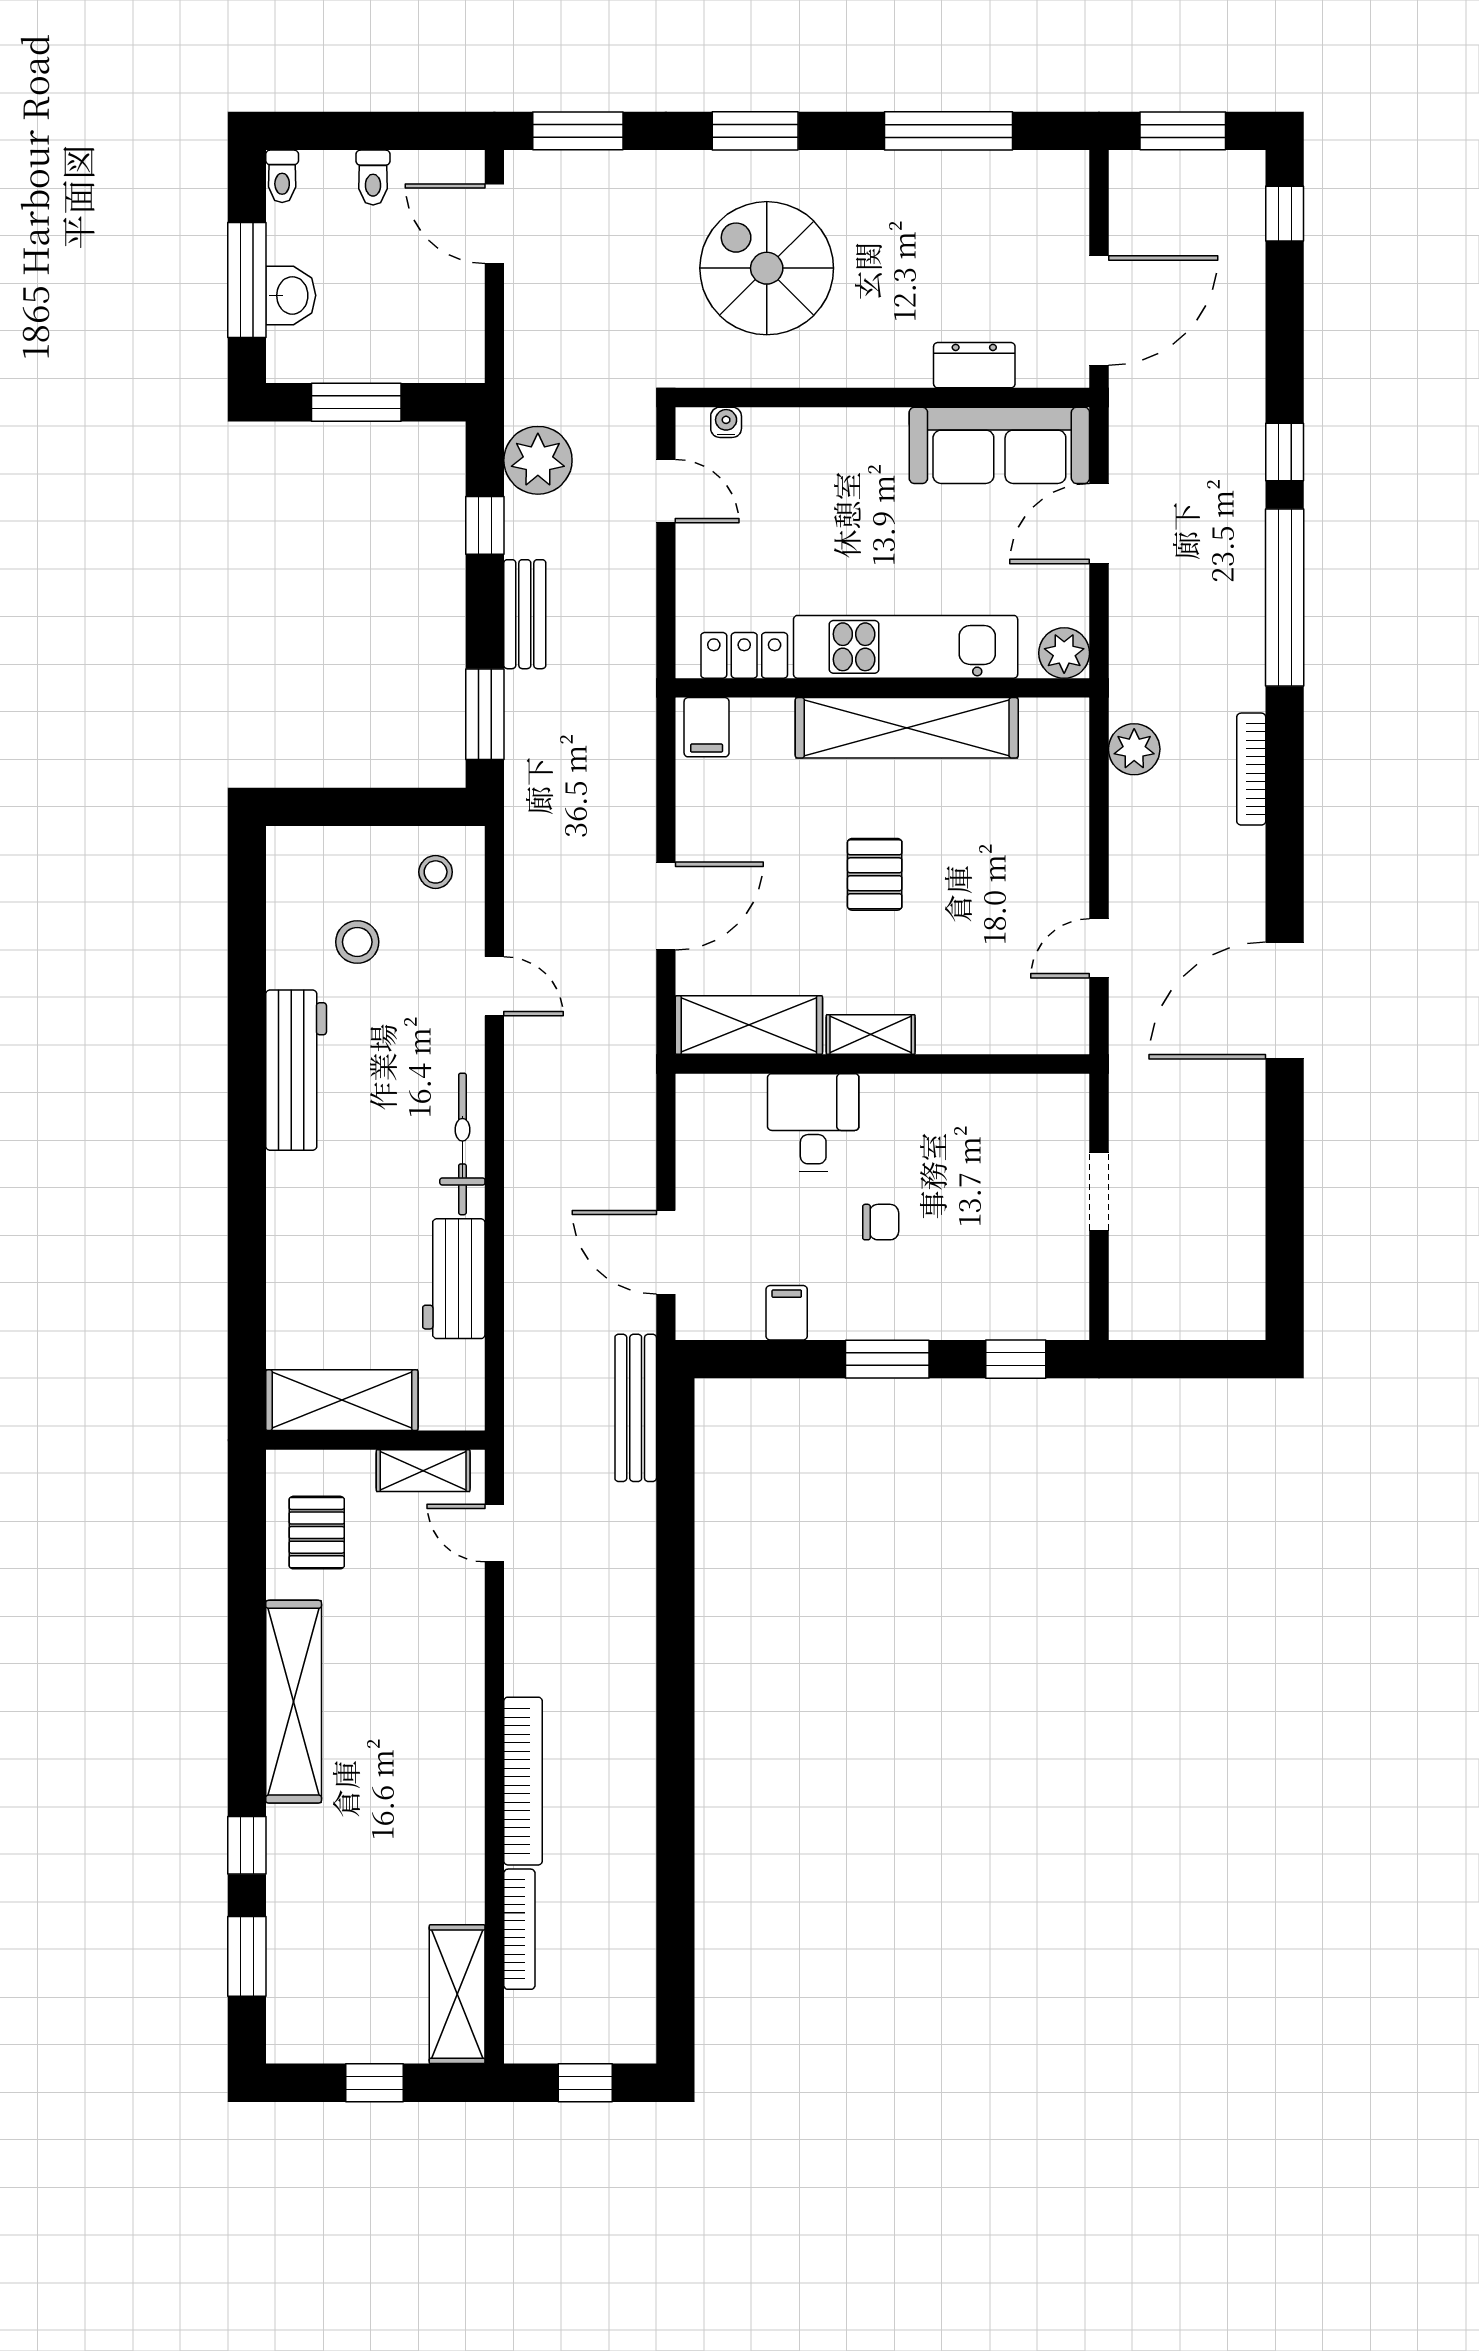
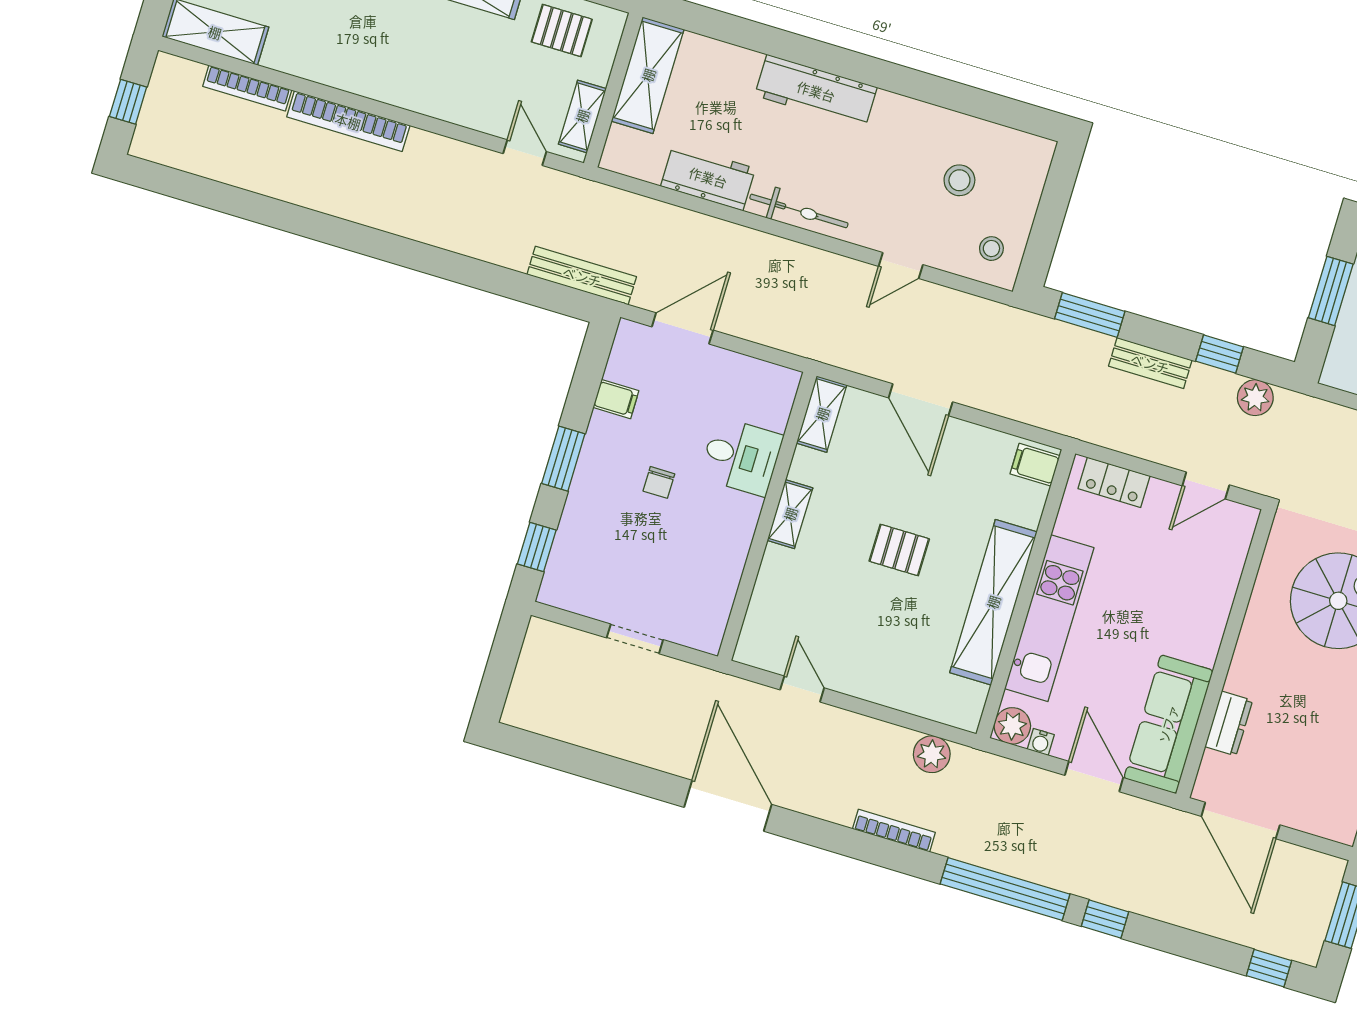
water cooler: (726, 422) -> (1041, 742), moved, turned 90
plant: (538, 460) -> (1255, 398), width x0.73, depth x0.73
locker: (744, 655) -> (1114, 482), moved, turned 90
shelving: (749, 1025) -> (822, 414), width x0.67, depth x0.75
workbench: (296, 1070) -> (816, 91), moved
door: (494, 1533) -> (525, 153), hinge flipped

